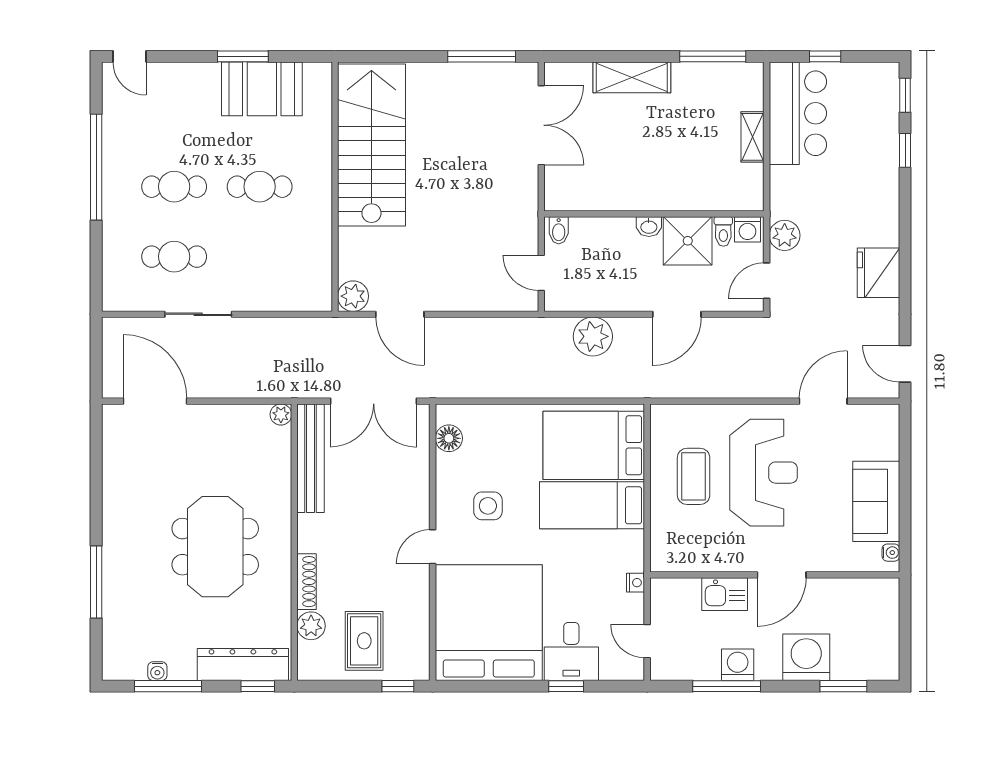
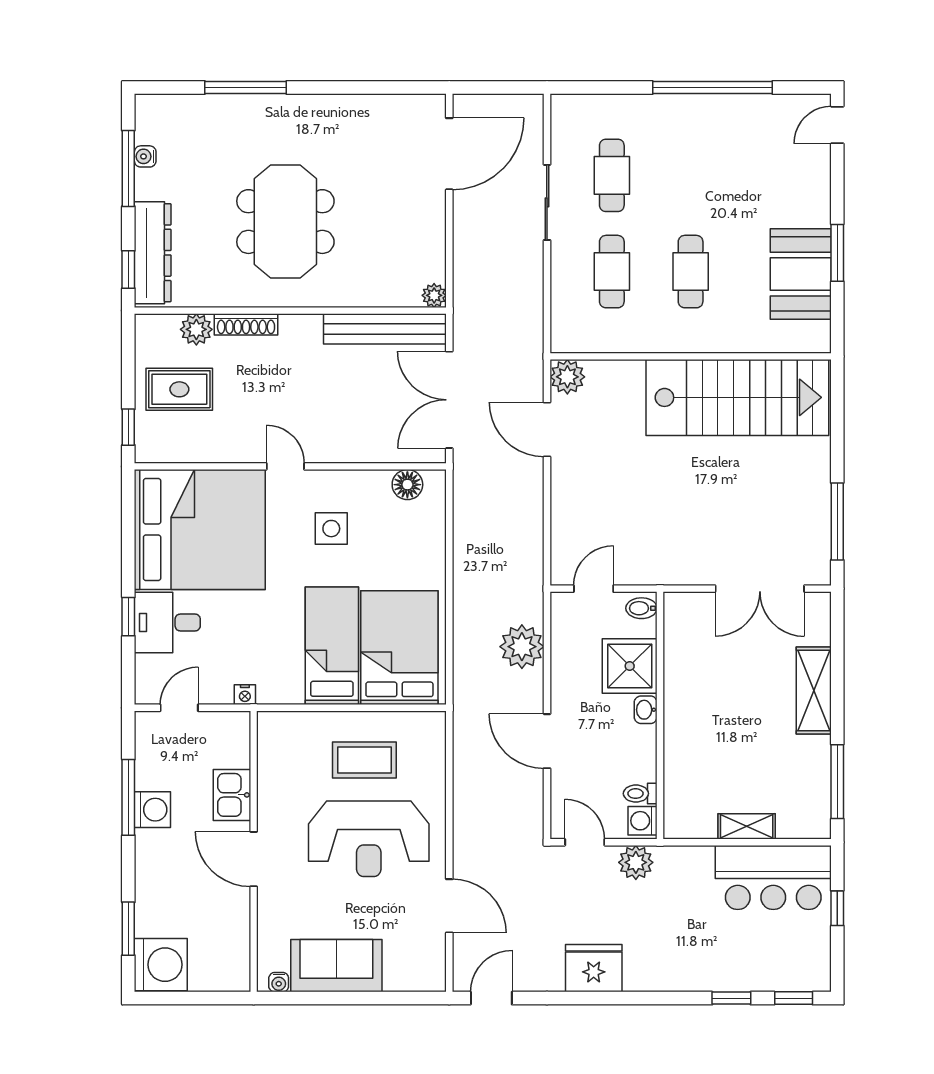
cafe table: (174, 187) -> (612, 272), moved
shower: (688, 241) -> (630, 666), moved
door: (400, 314) -> (547, 430), hinge flipped
meeting table: (215, 547) -> (285, 222), turned 90
washing machine: (806, 657) -> (161, 965), moved

